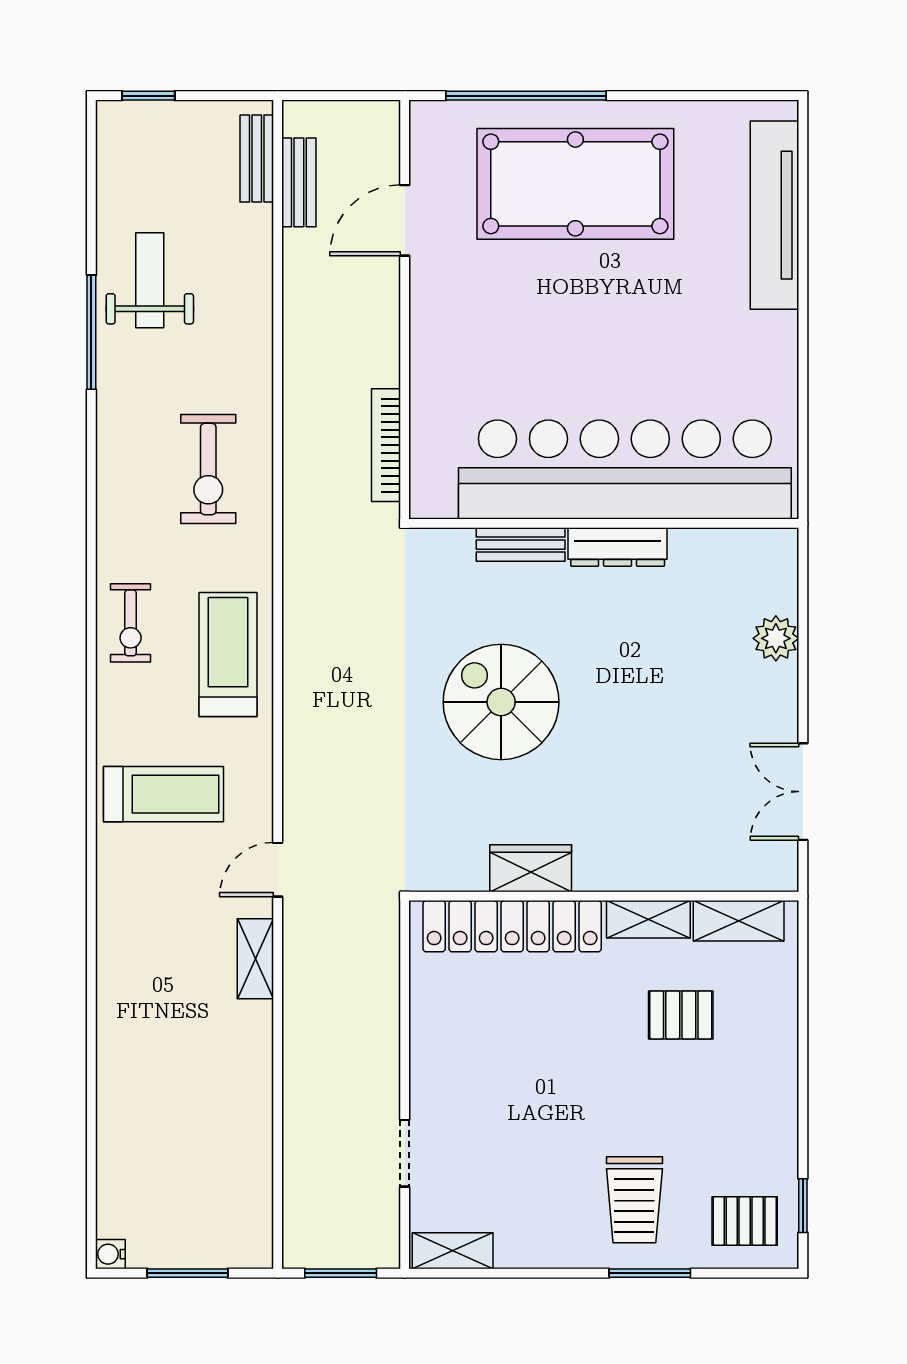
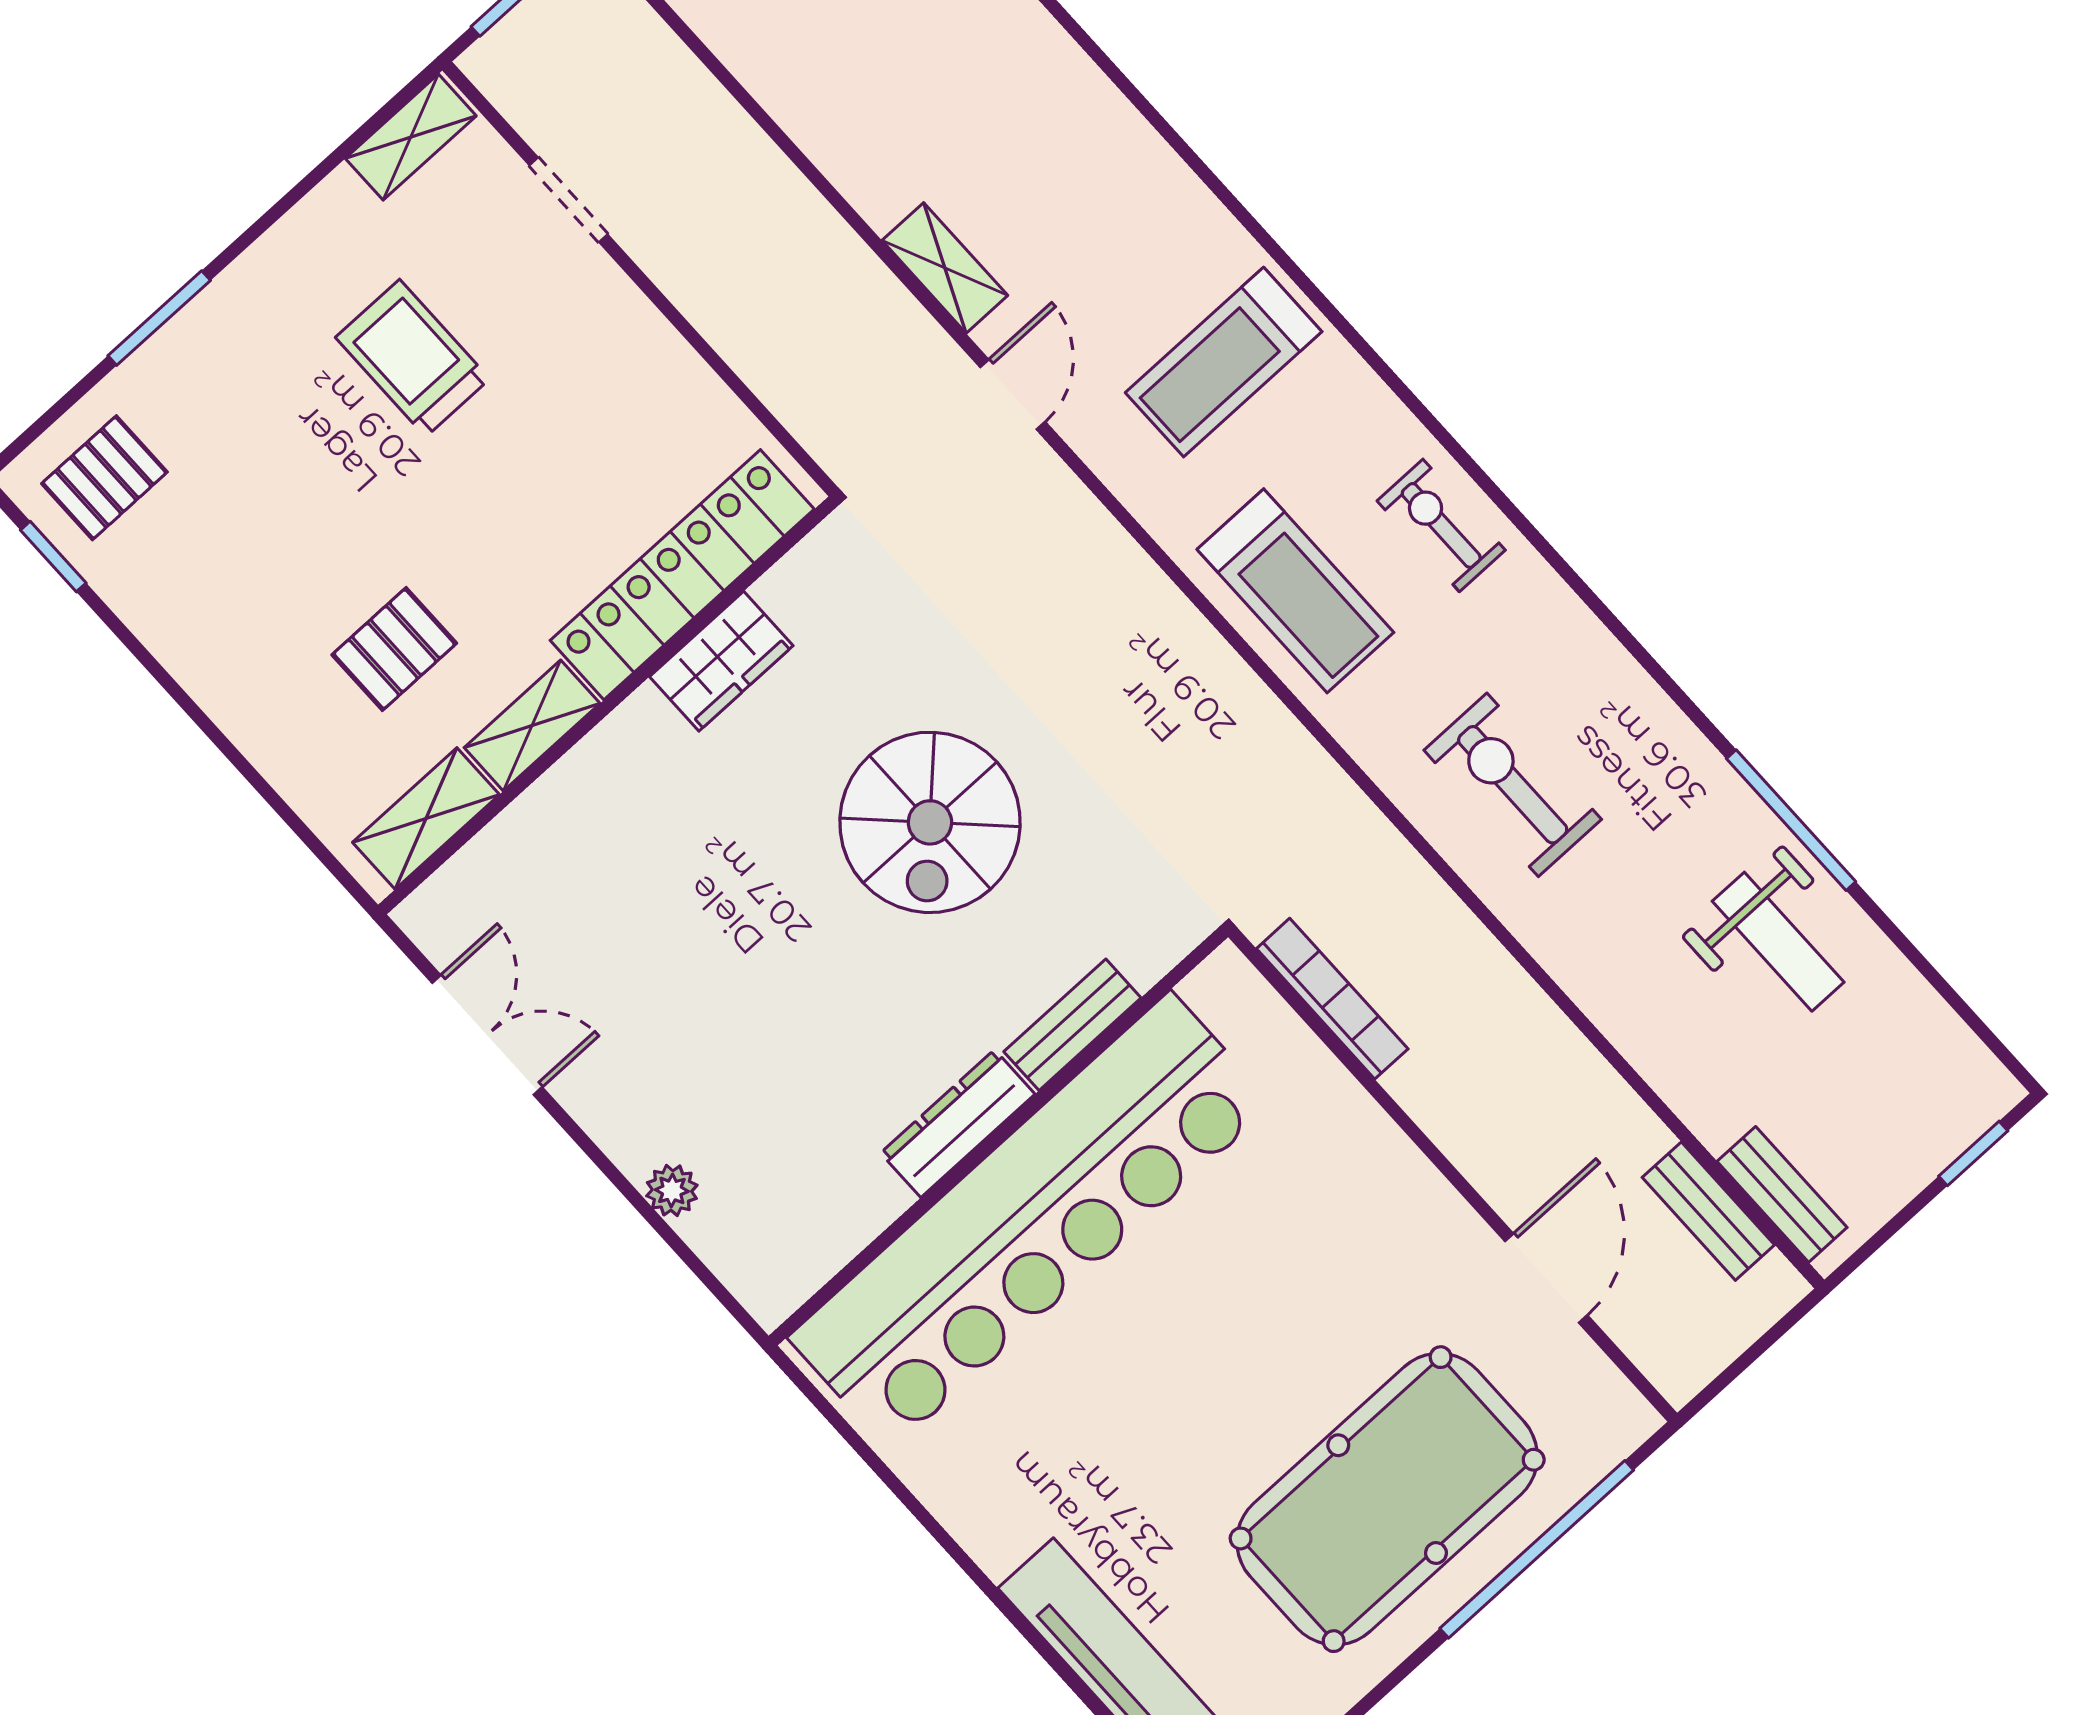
plant: (776, 638) -> (672, 1190), width x0.73, depth x0.73
spiral stairs: (501, 702) -> (930, 822), turned 90
trolley: (634, 1200) -> (413, 358), moved

